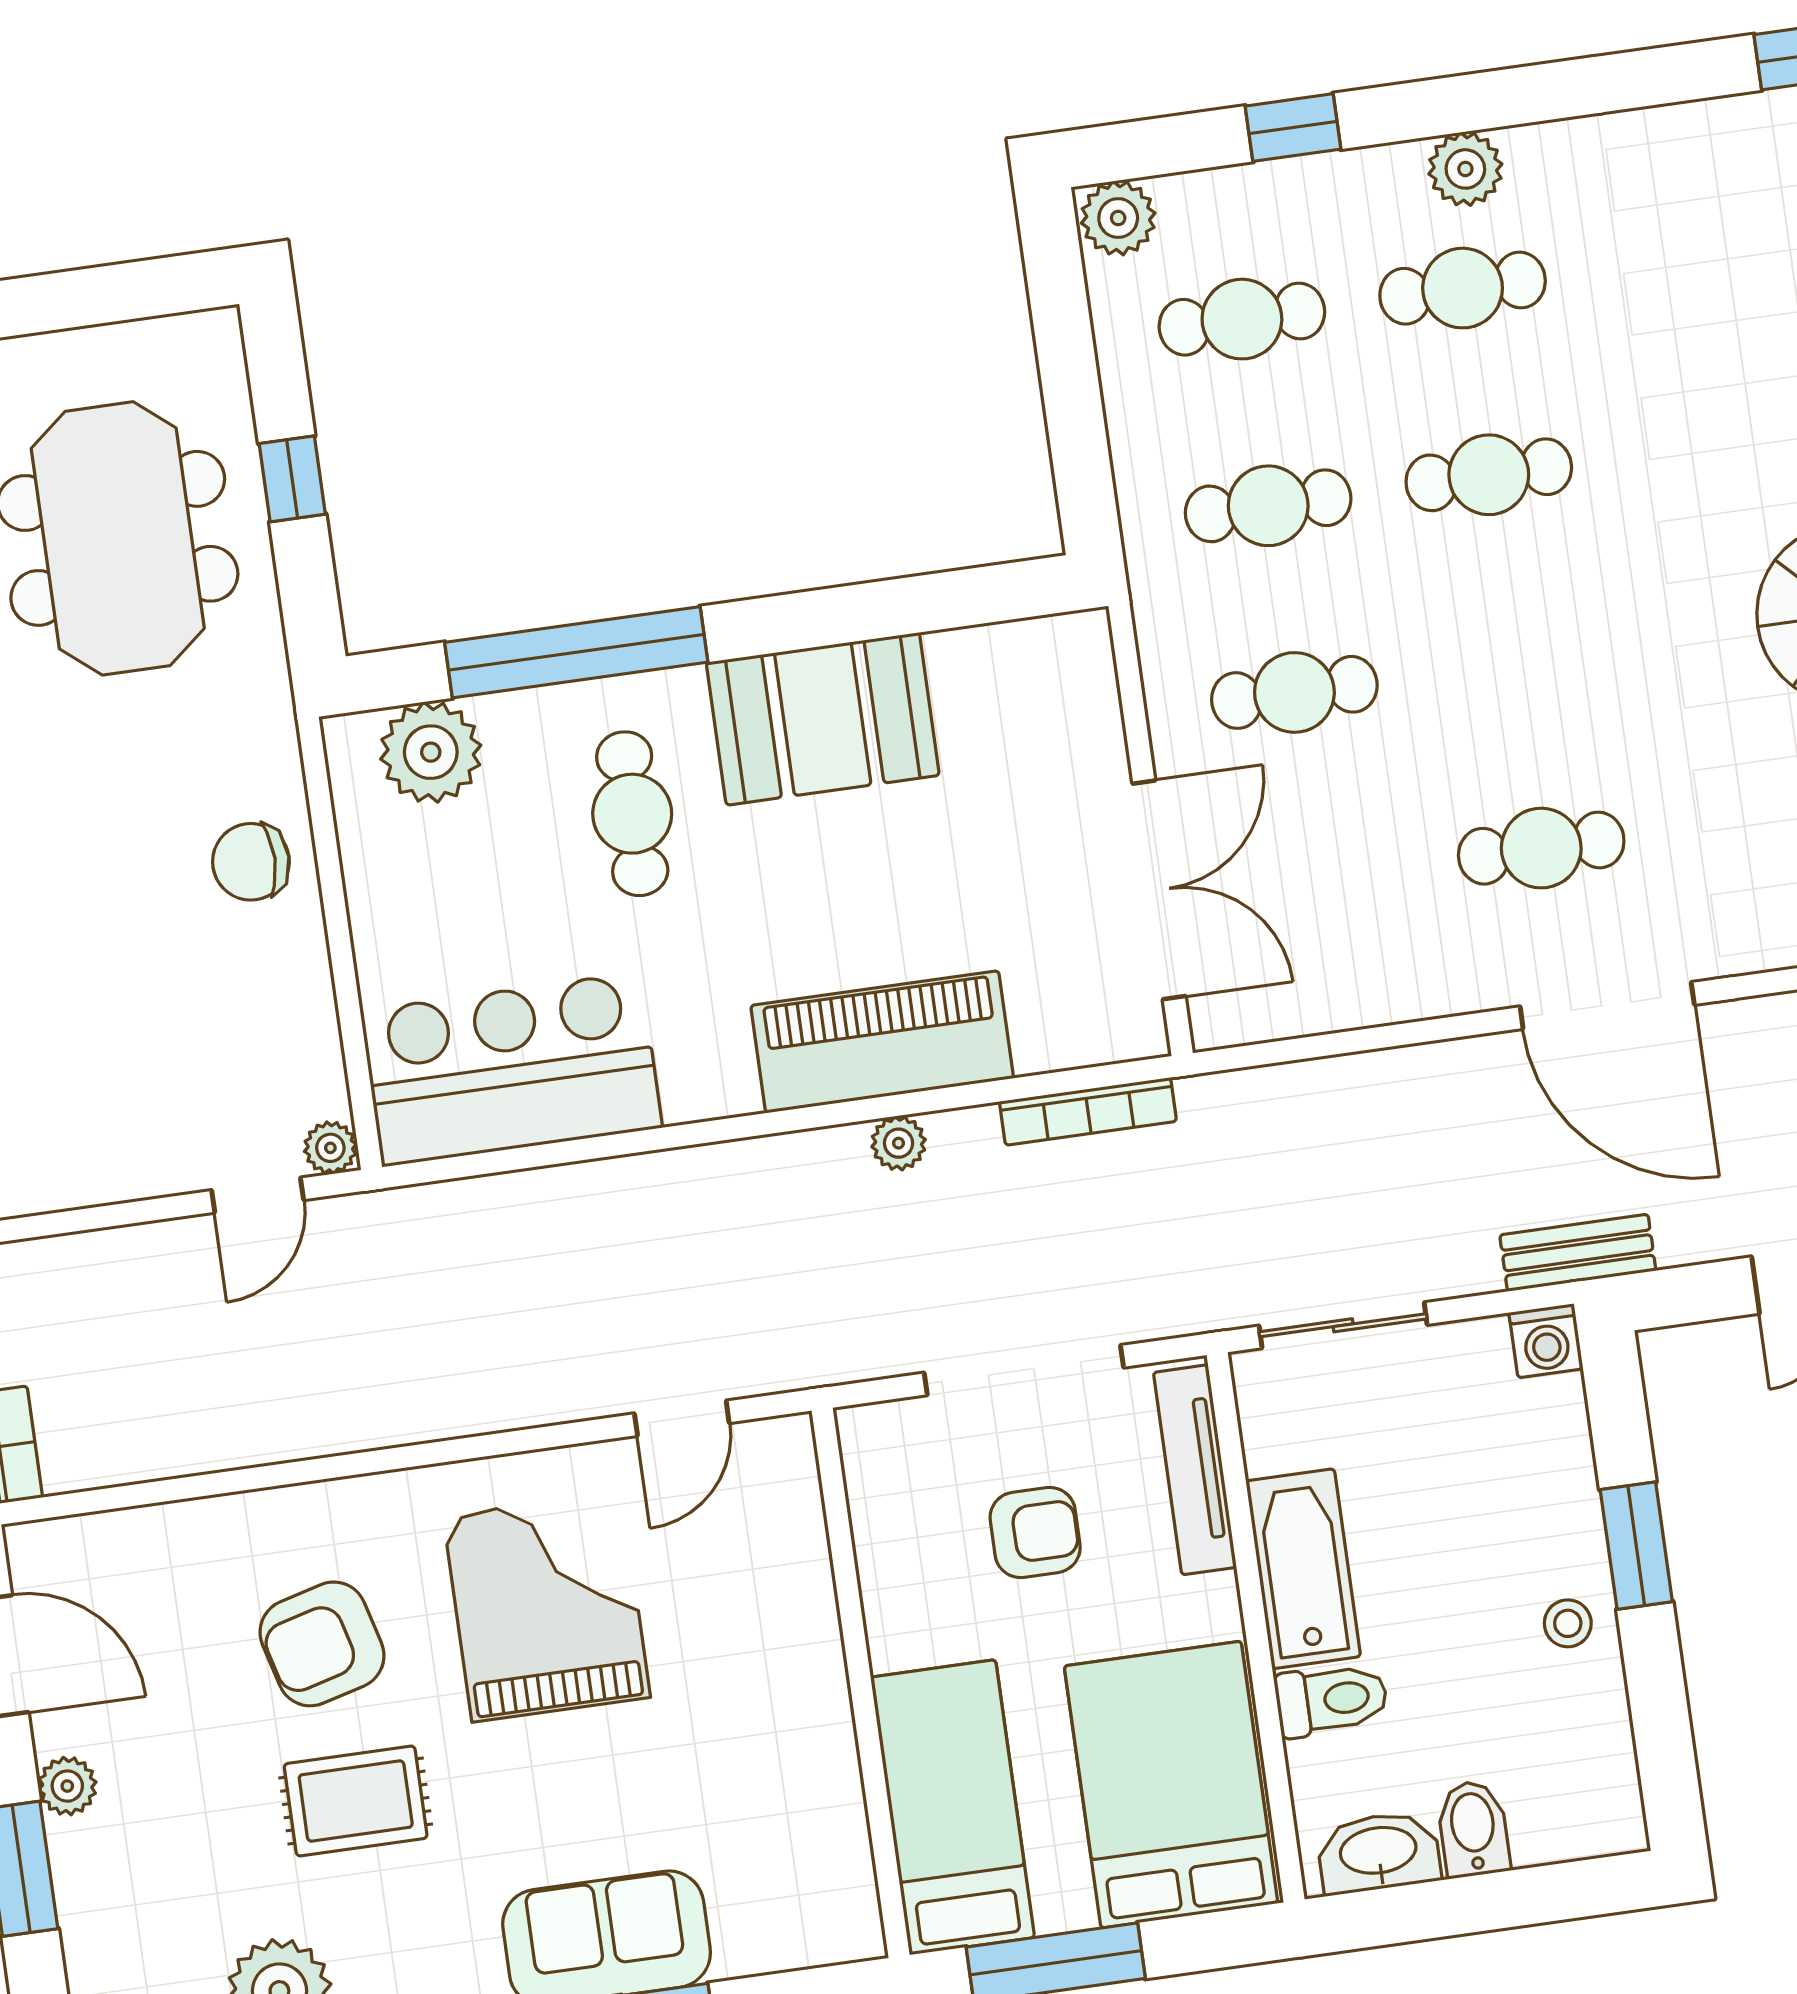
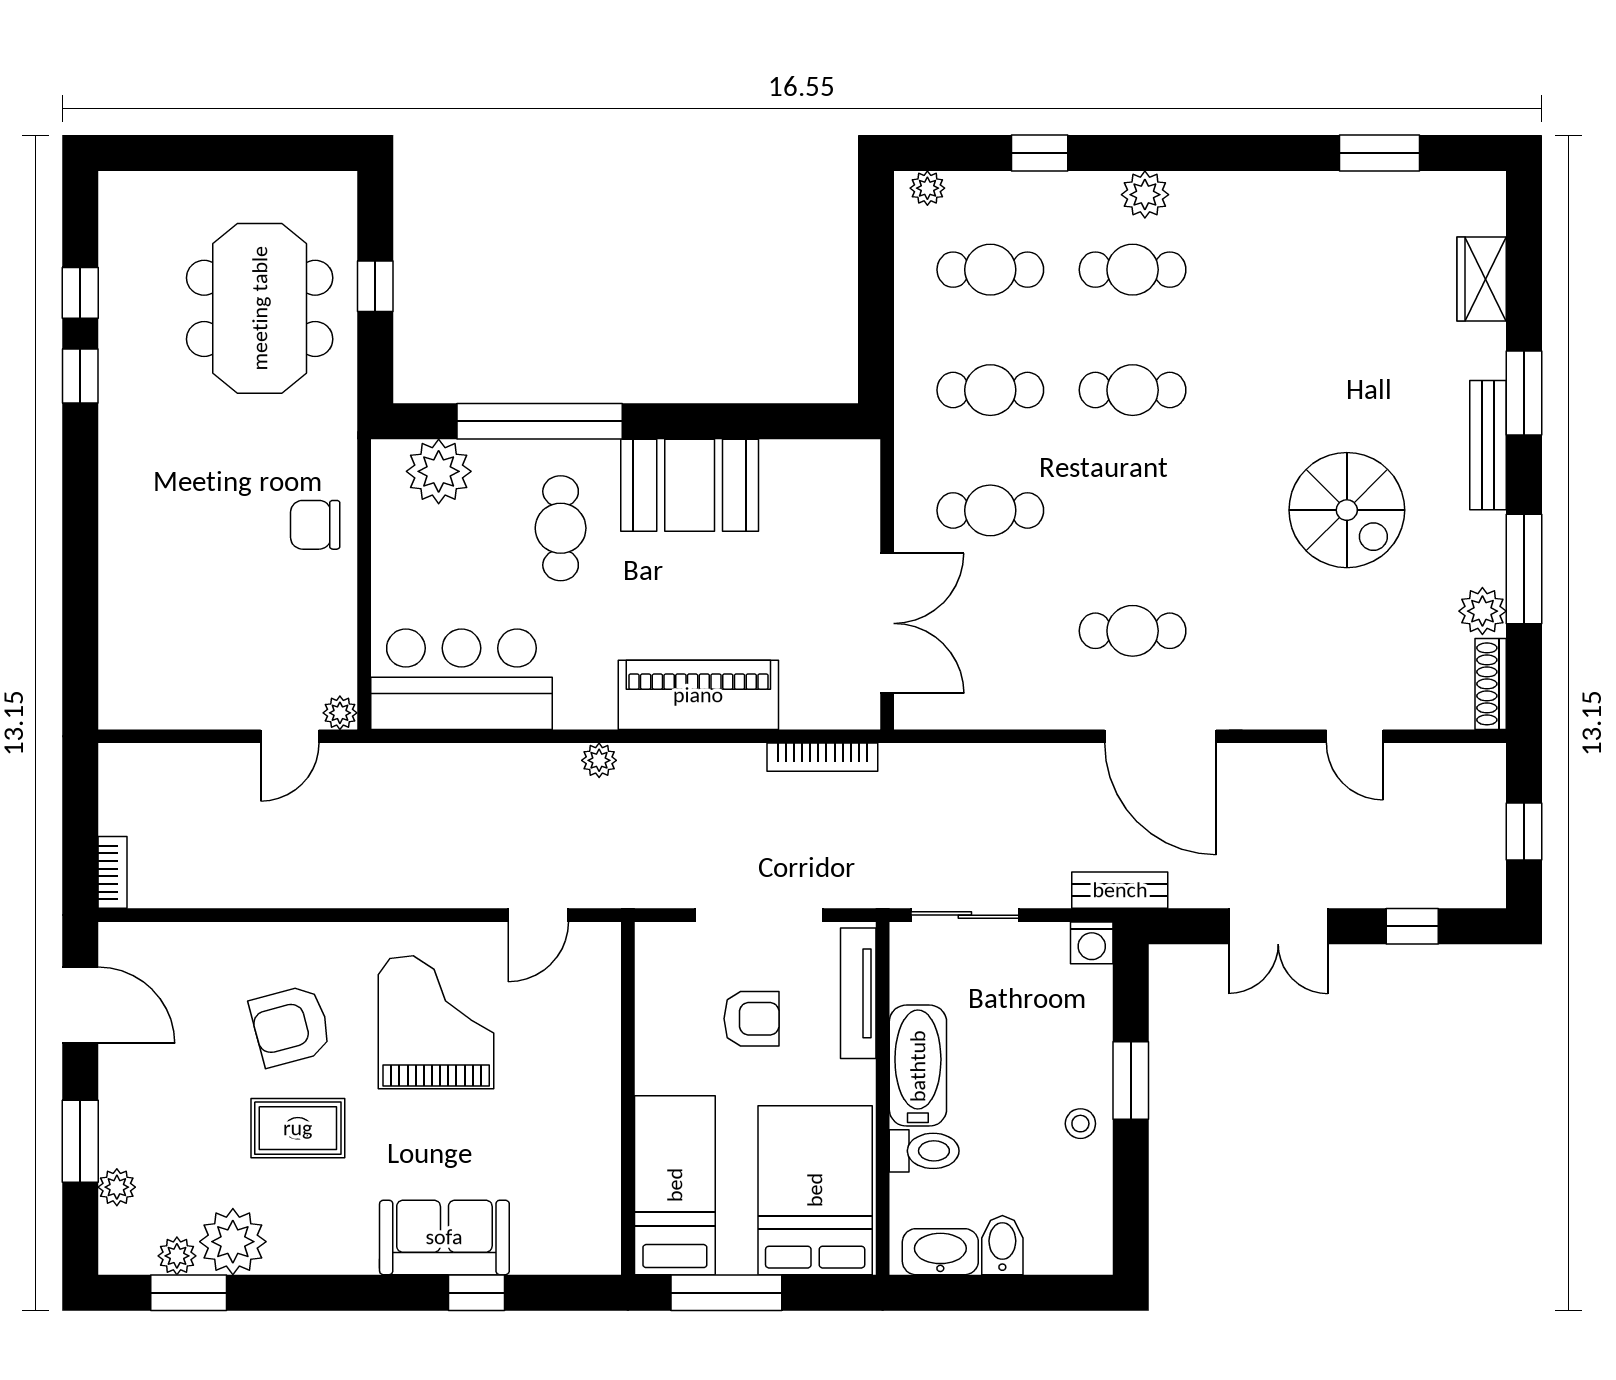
plant: (1118, 218) -> (927, 188), width x0.73, depth x0.73
plant: (899, 1143) -> (599, 760), moved
plant: (67, 1786) -> (117, 1187), moved

